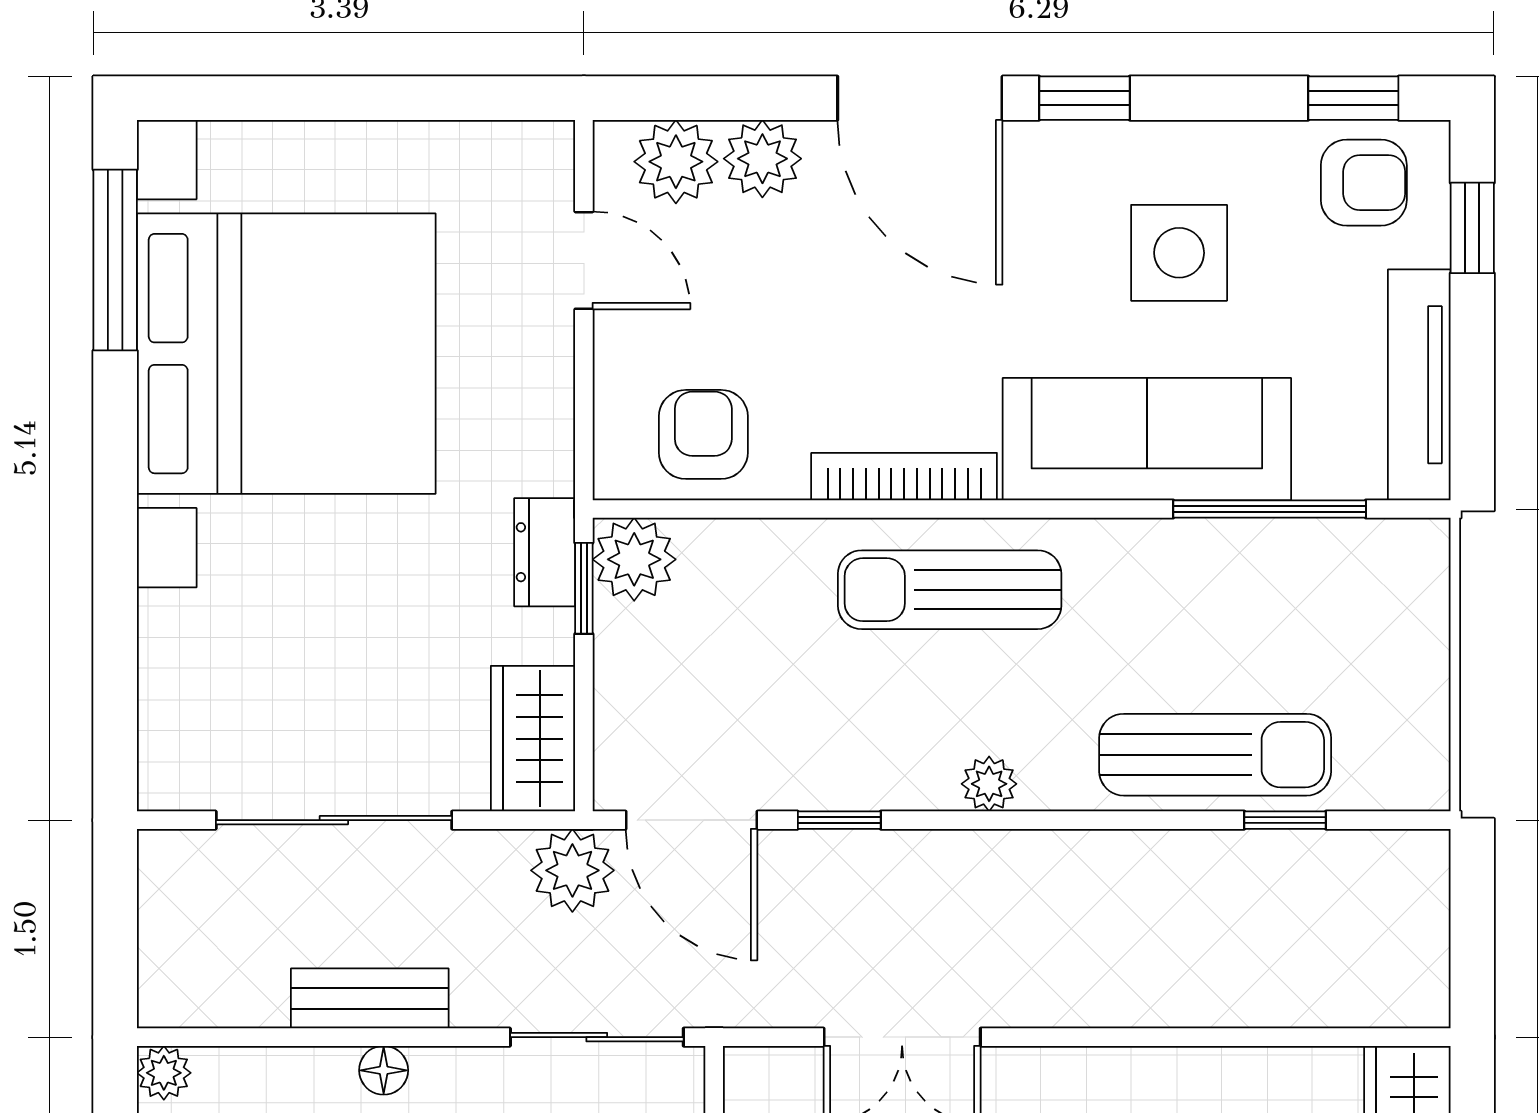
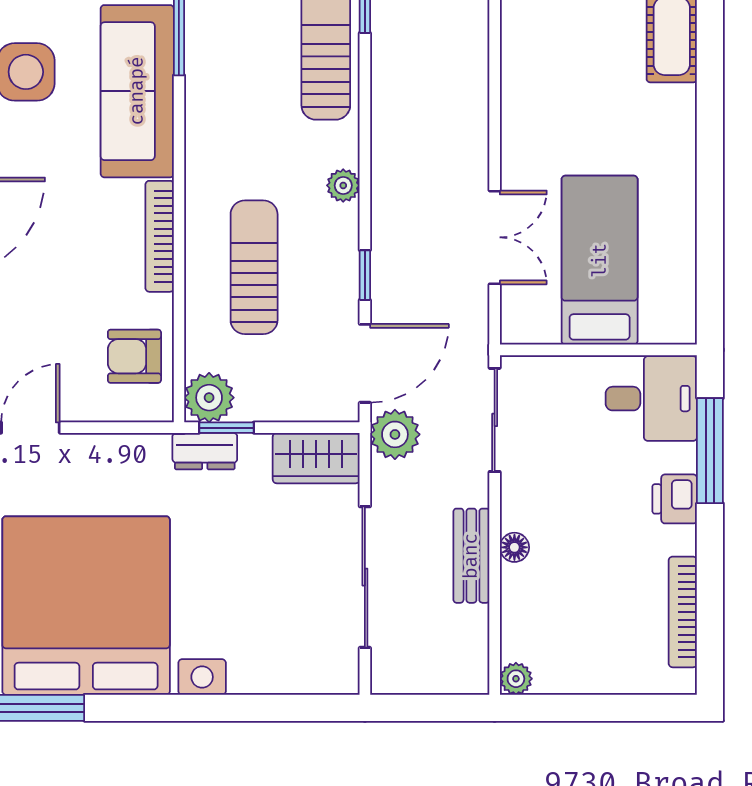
sun lounger: (950, 590) -> (254, 267), moved, turned 180

